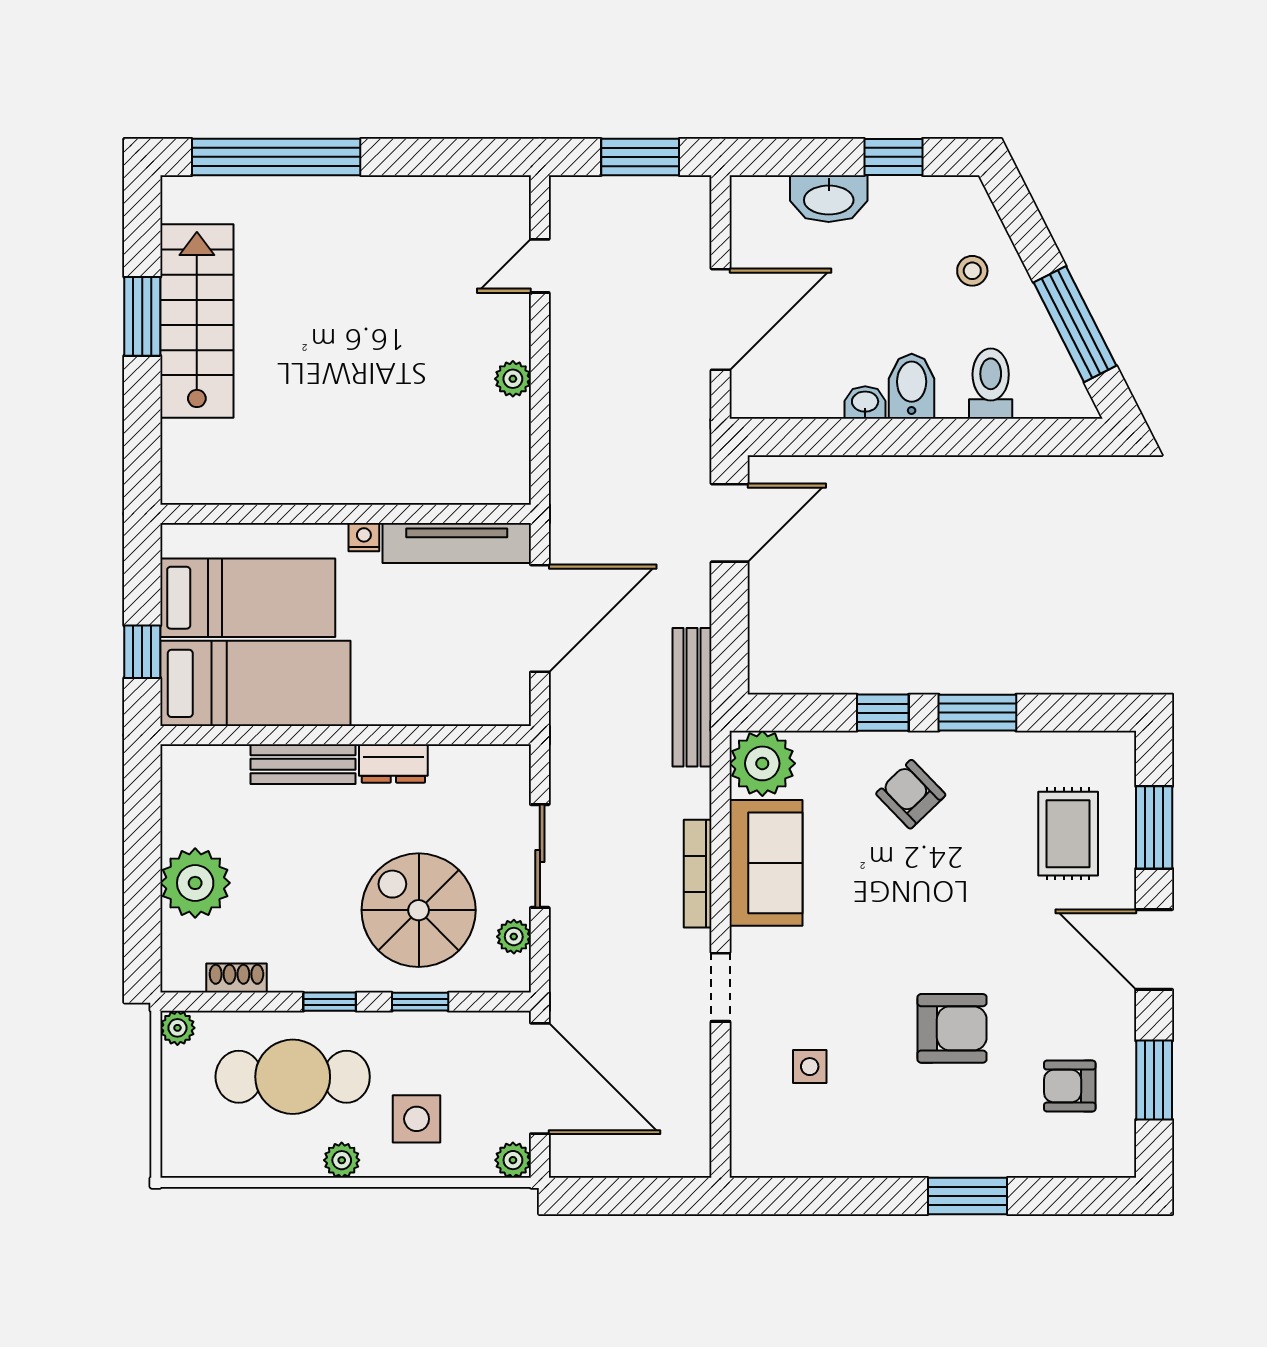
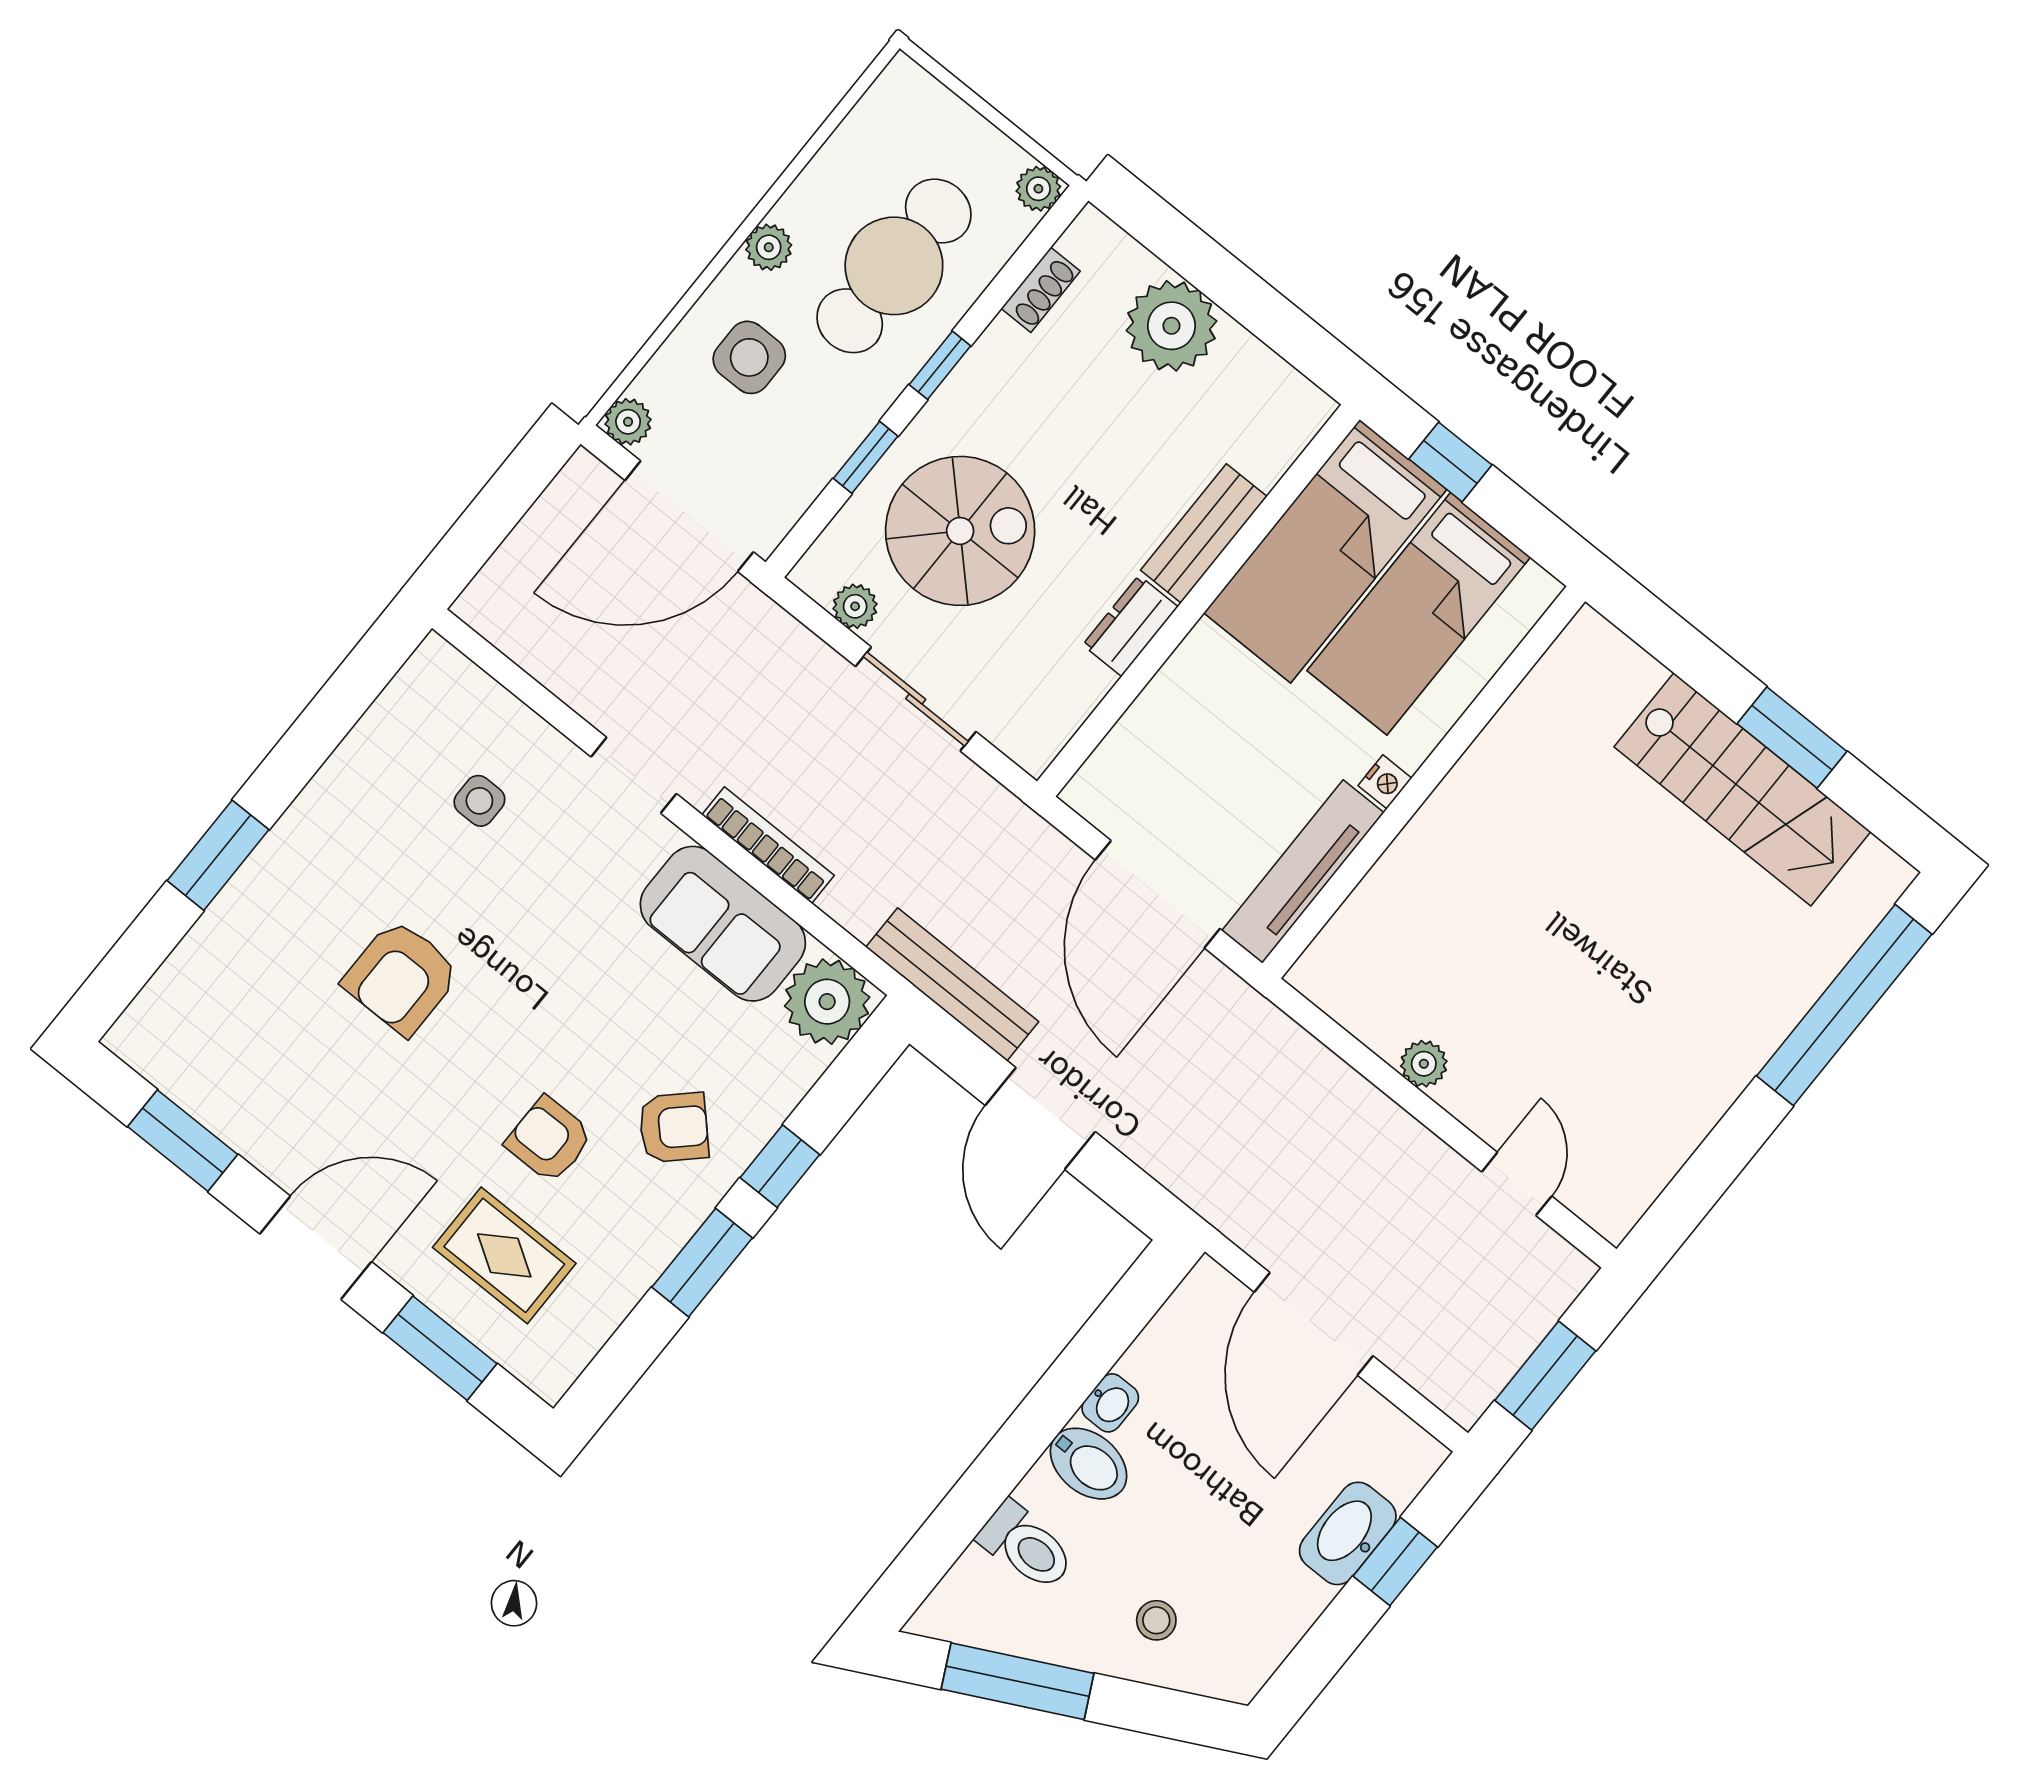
window: (893, 157) -> (1395, 1562), moved
door: (730, 523) -> (1040, 1119), moved
armchair: (1070, 1086) -> (549, 1140), moved, turned -90

